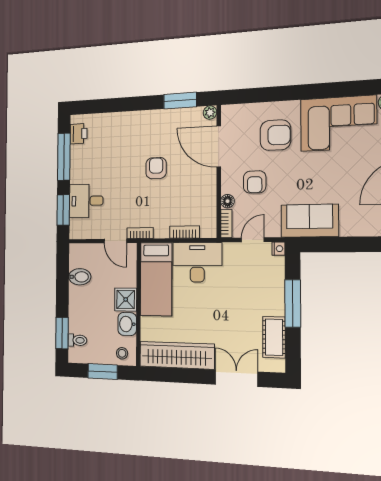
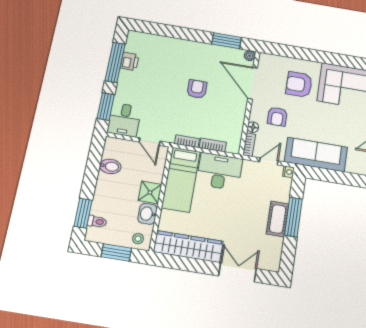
printer: (79, 134) -> (130, 61), moved
armchair: (275, 135) -> (299, 84), turned 180
desk: (86, 201) -> (124, 120), moved, turned -90
sofa: (310, 221) -> (316, 155), width x1.36
bookcase: (140, 233) -> (187, 141), moved
cot: (274, 337) -> (278, 219), moved

